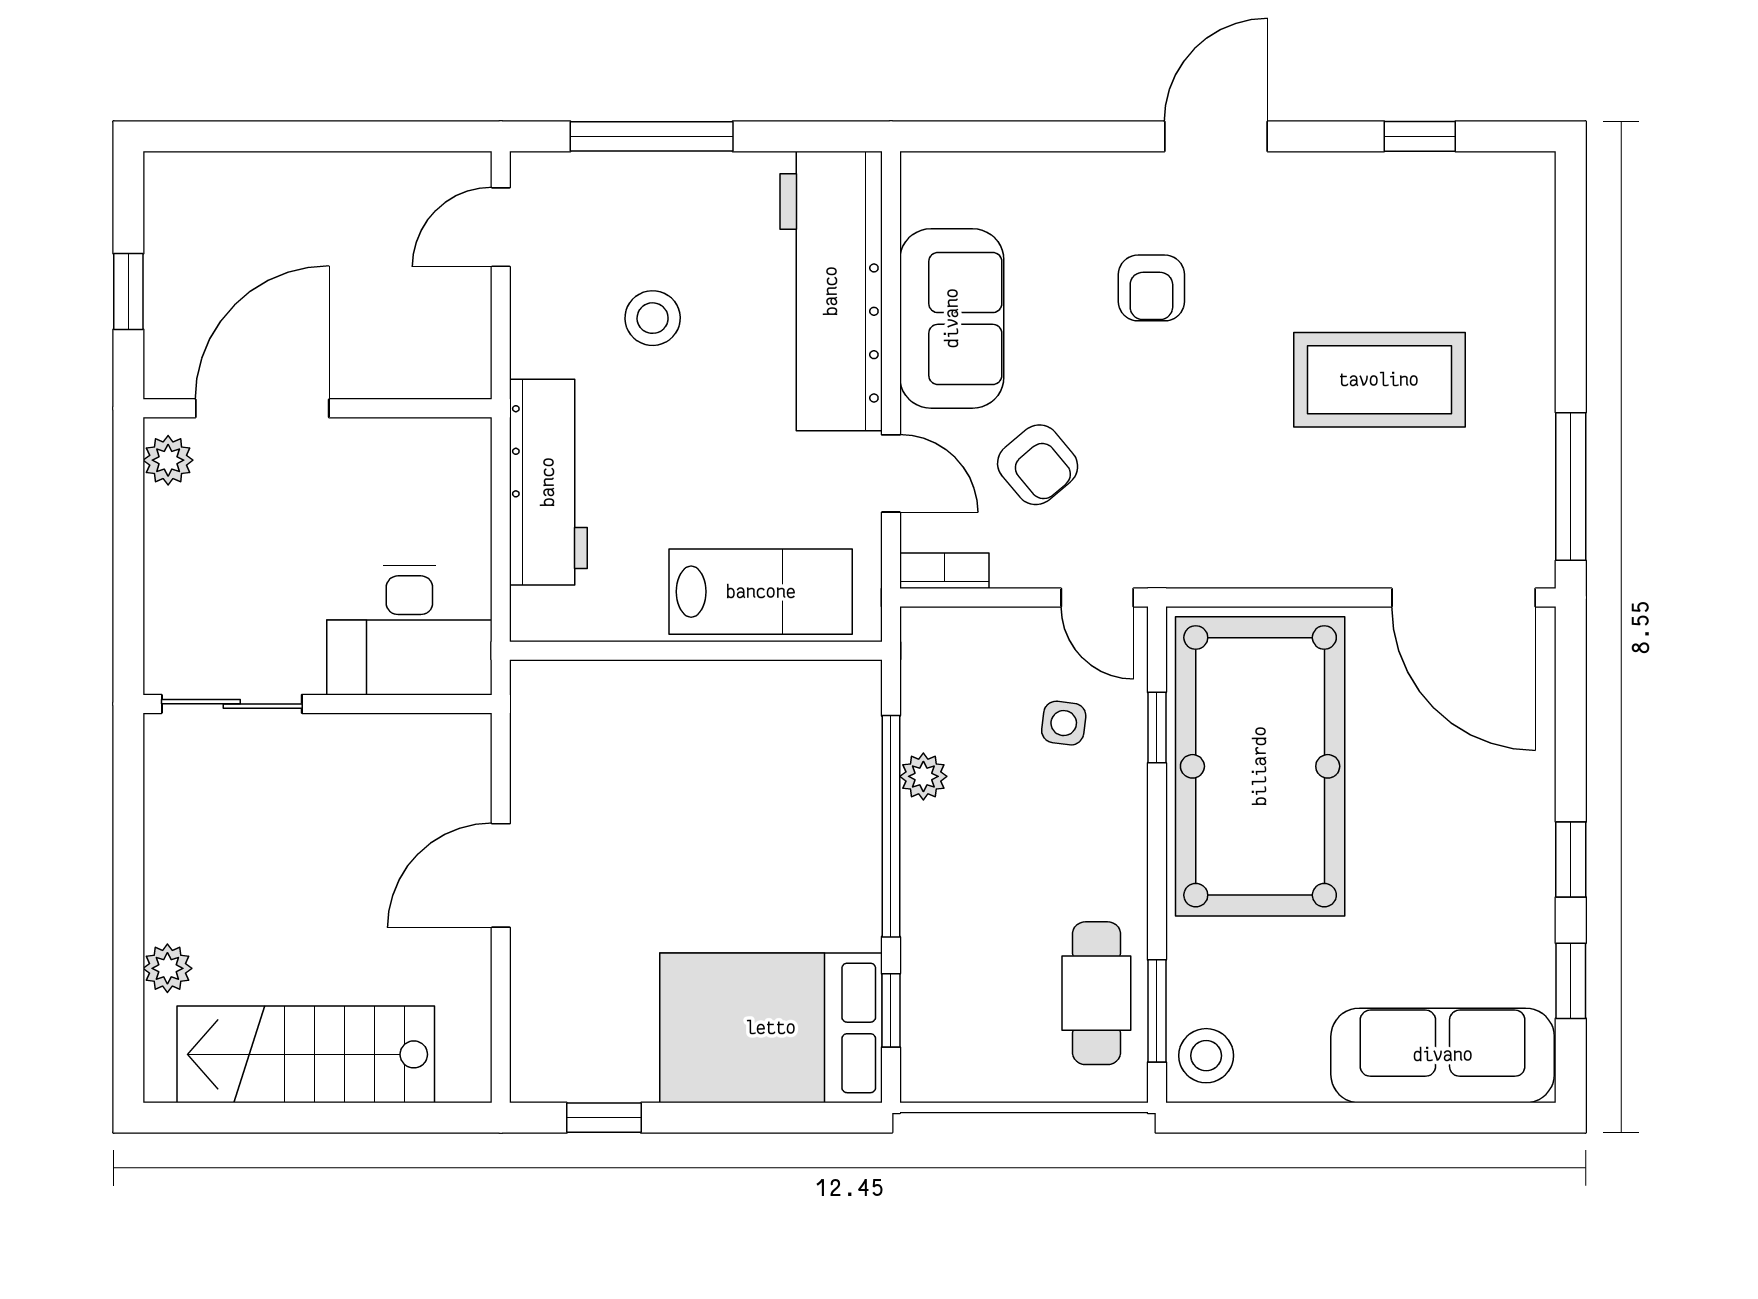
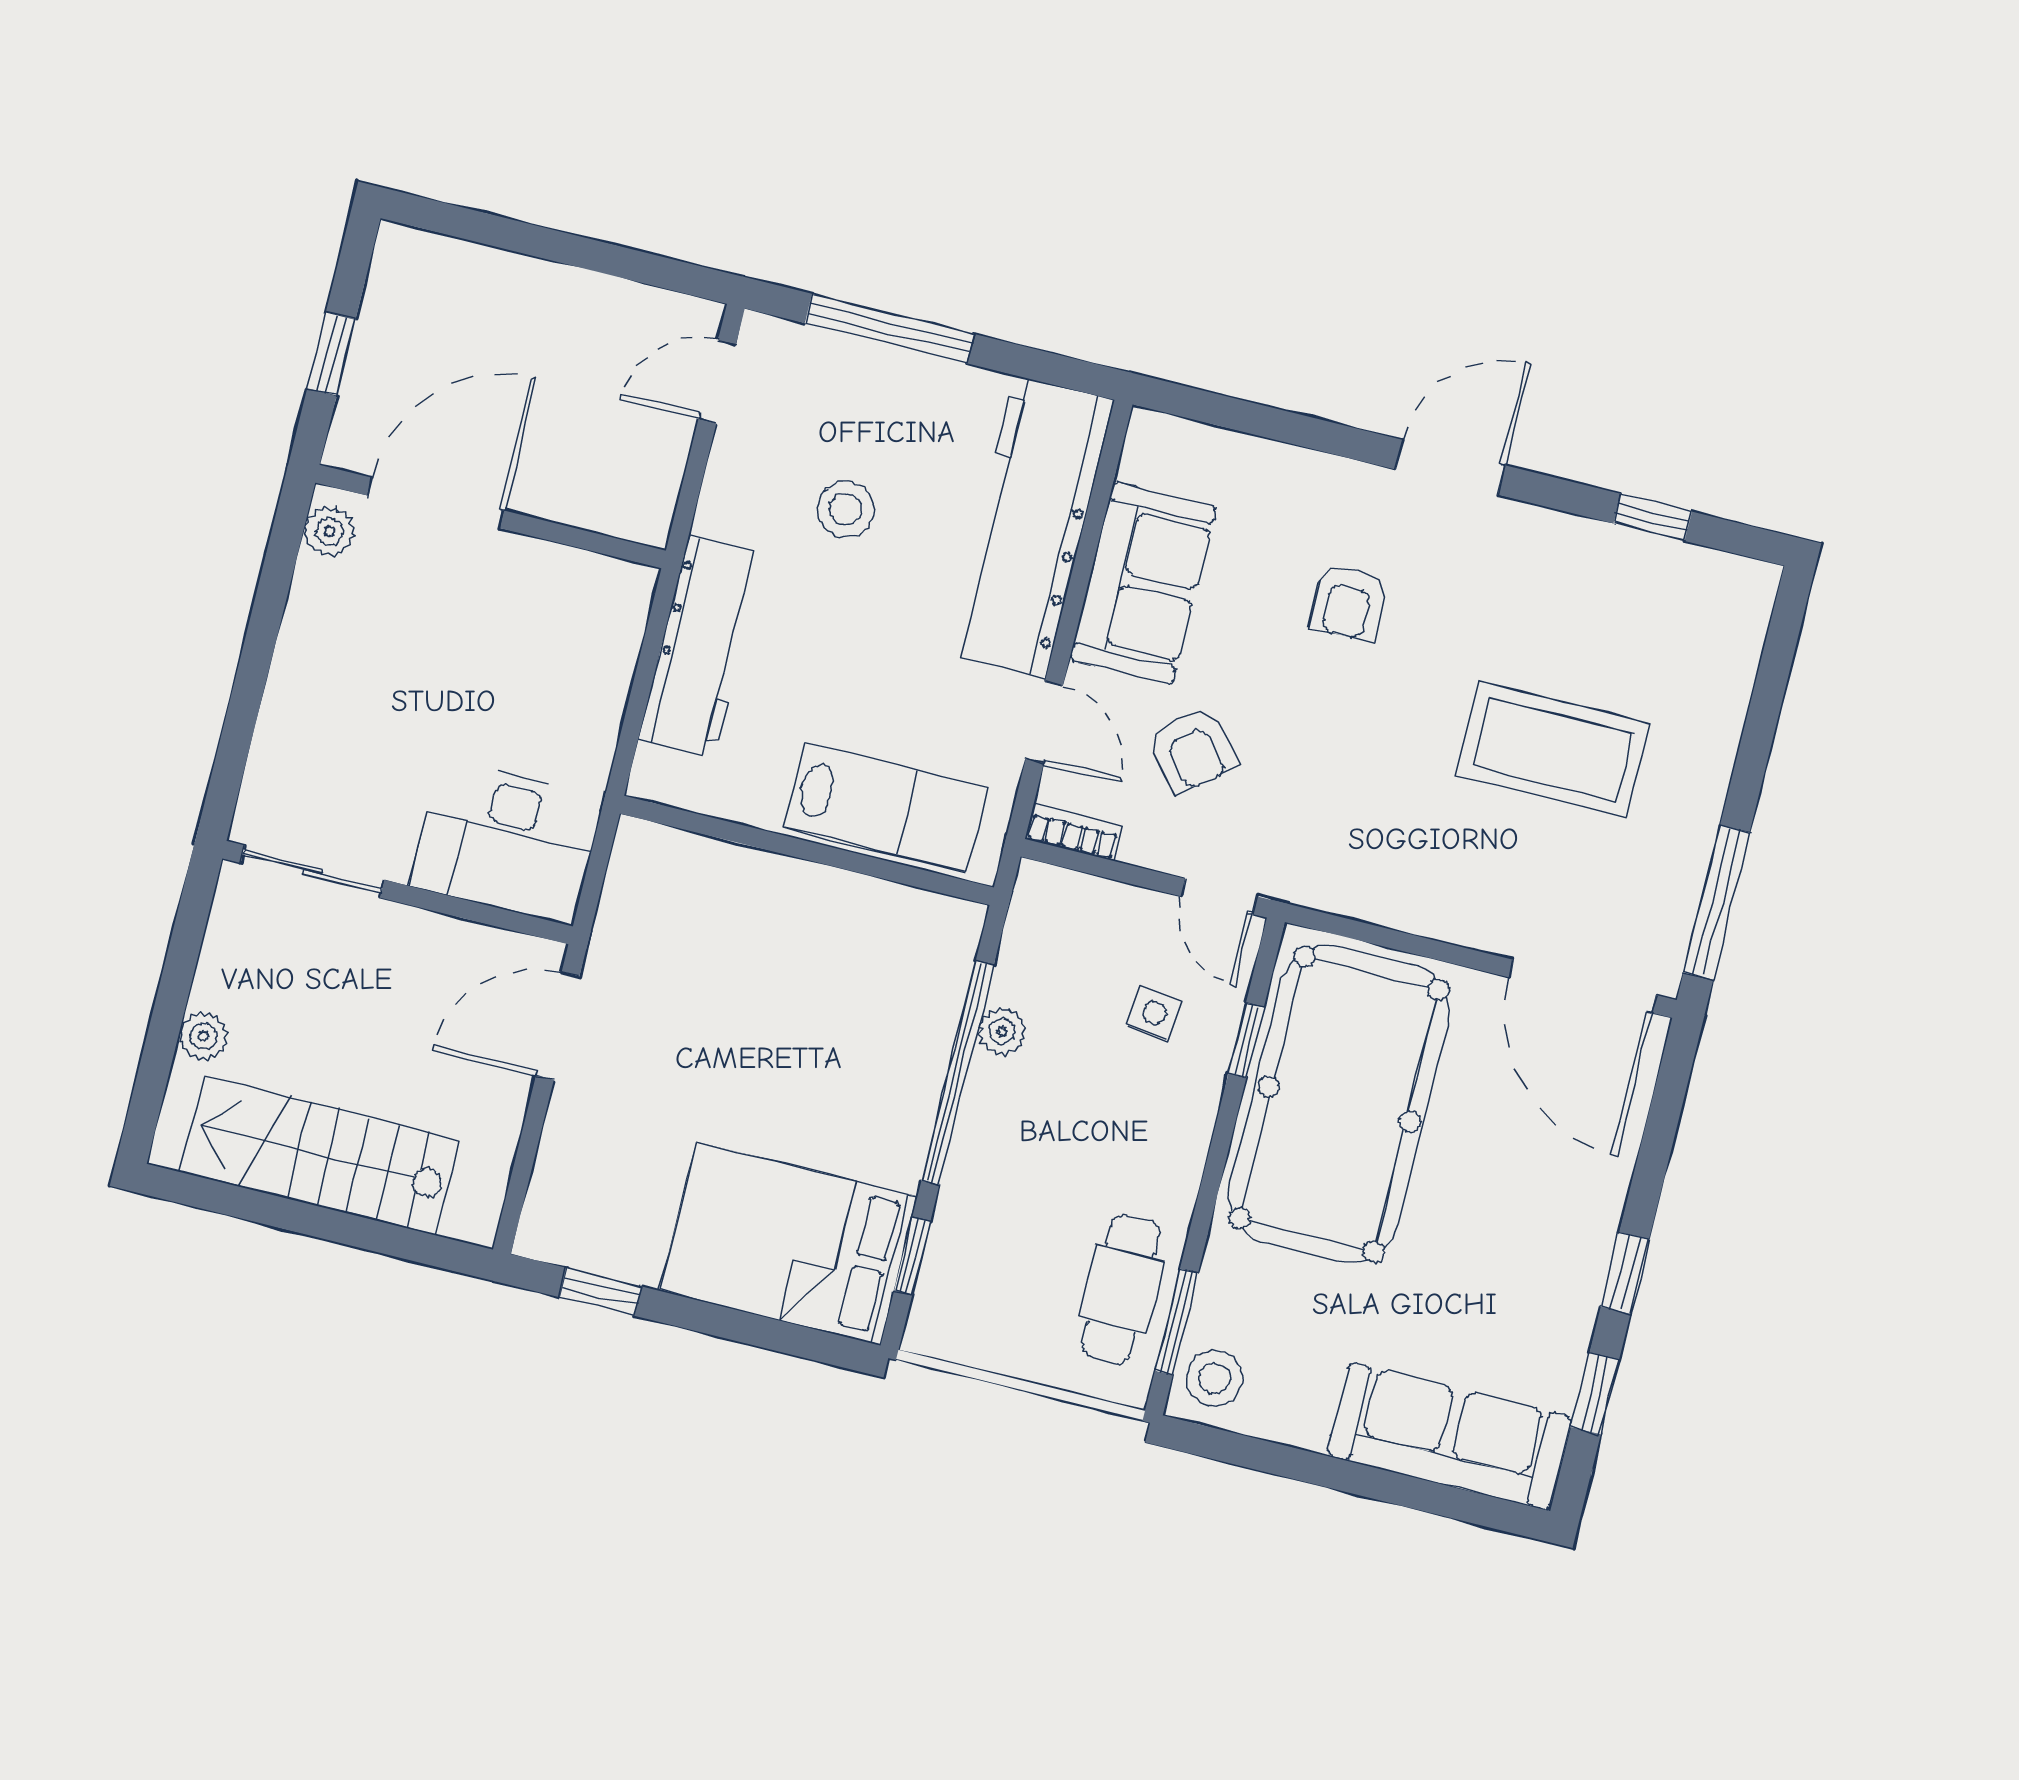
desk: (409, 630) -> (507, 842), moved
sliding door: (232, 704) -> (312, 871), moved
wall: (318, 704) -> (398, 893), moved

